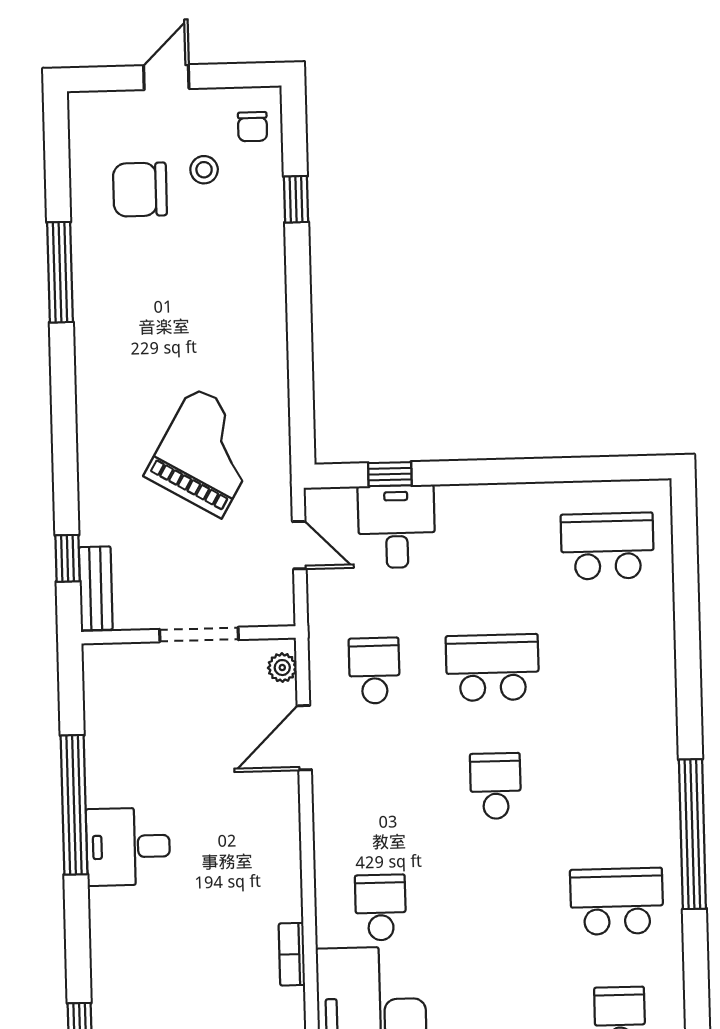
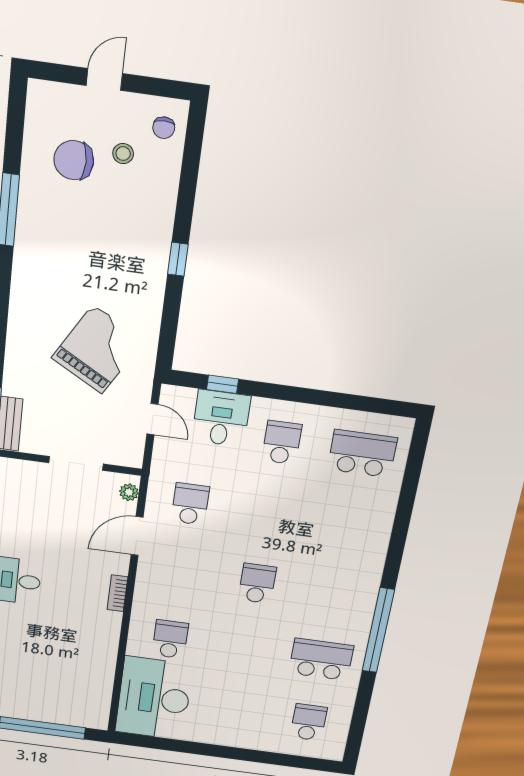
window: (296, 199) -> (178, 259), moved
school desk: (492, 668) -> (282, 443), moved, width x0.54
bookcase: (292, 954) -> (117, 593), moved

